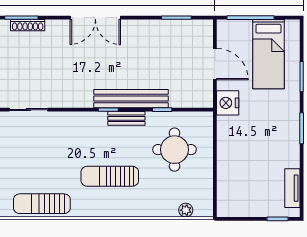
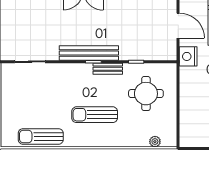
bench: (131, 99) -> (89, 53), moved

